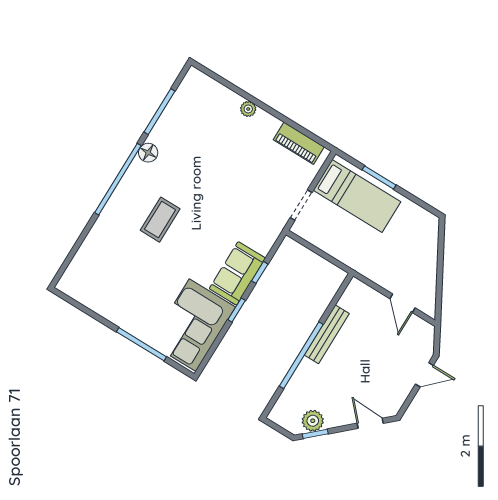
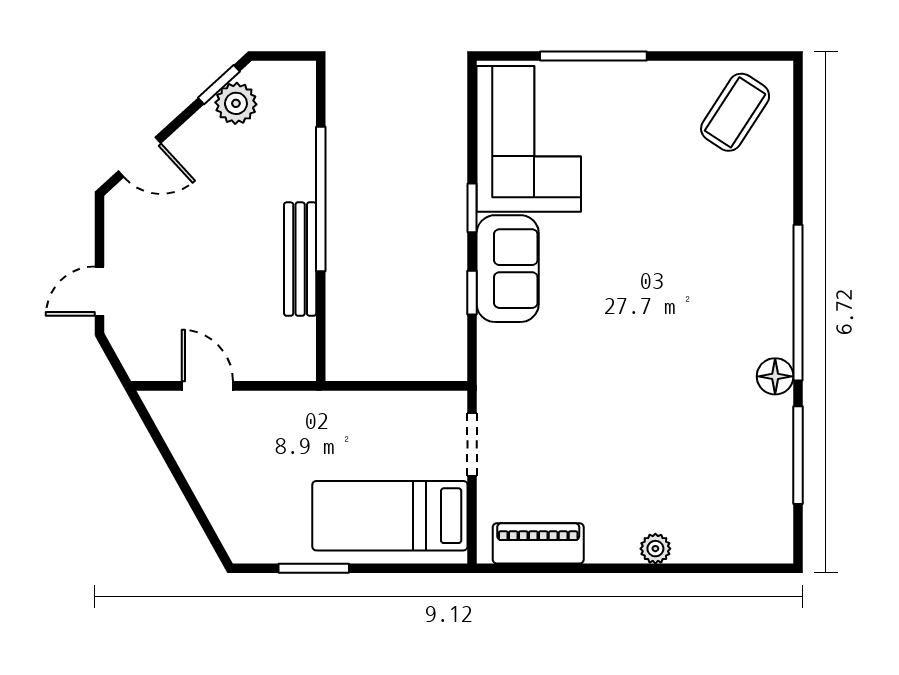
window: (379, 177) -> (314, 568), moved
coffee table: (160, 220) -> (735, 112), moved, turned 33

